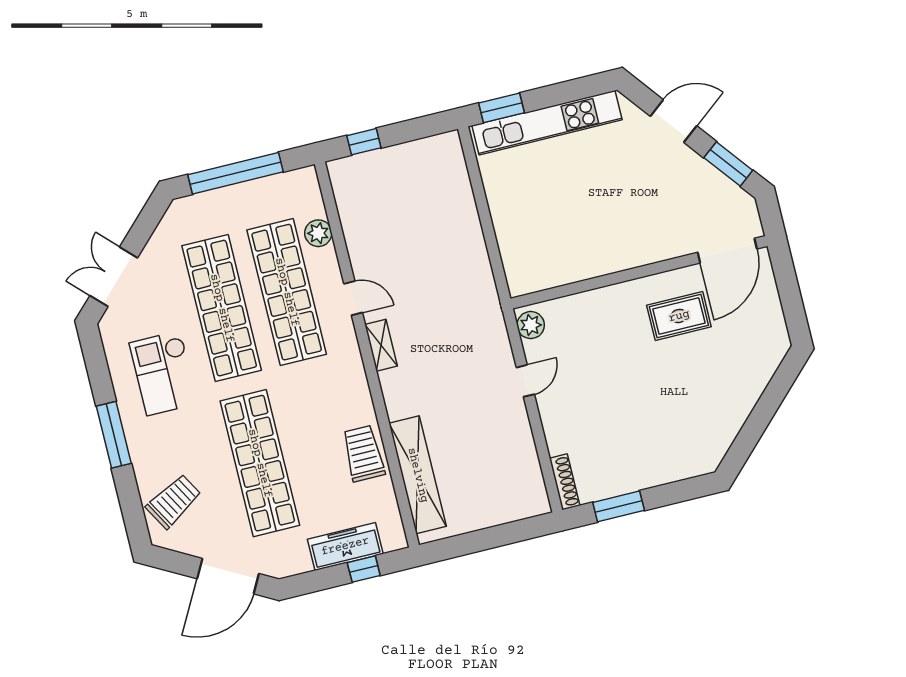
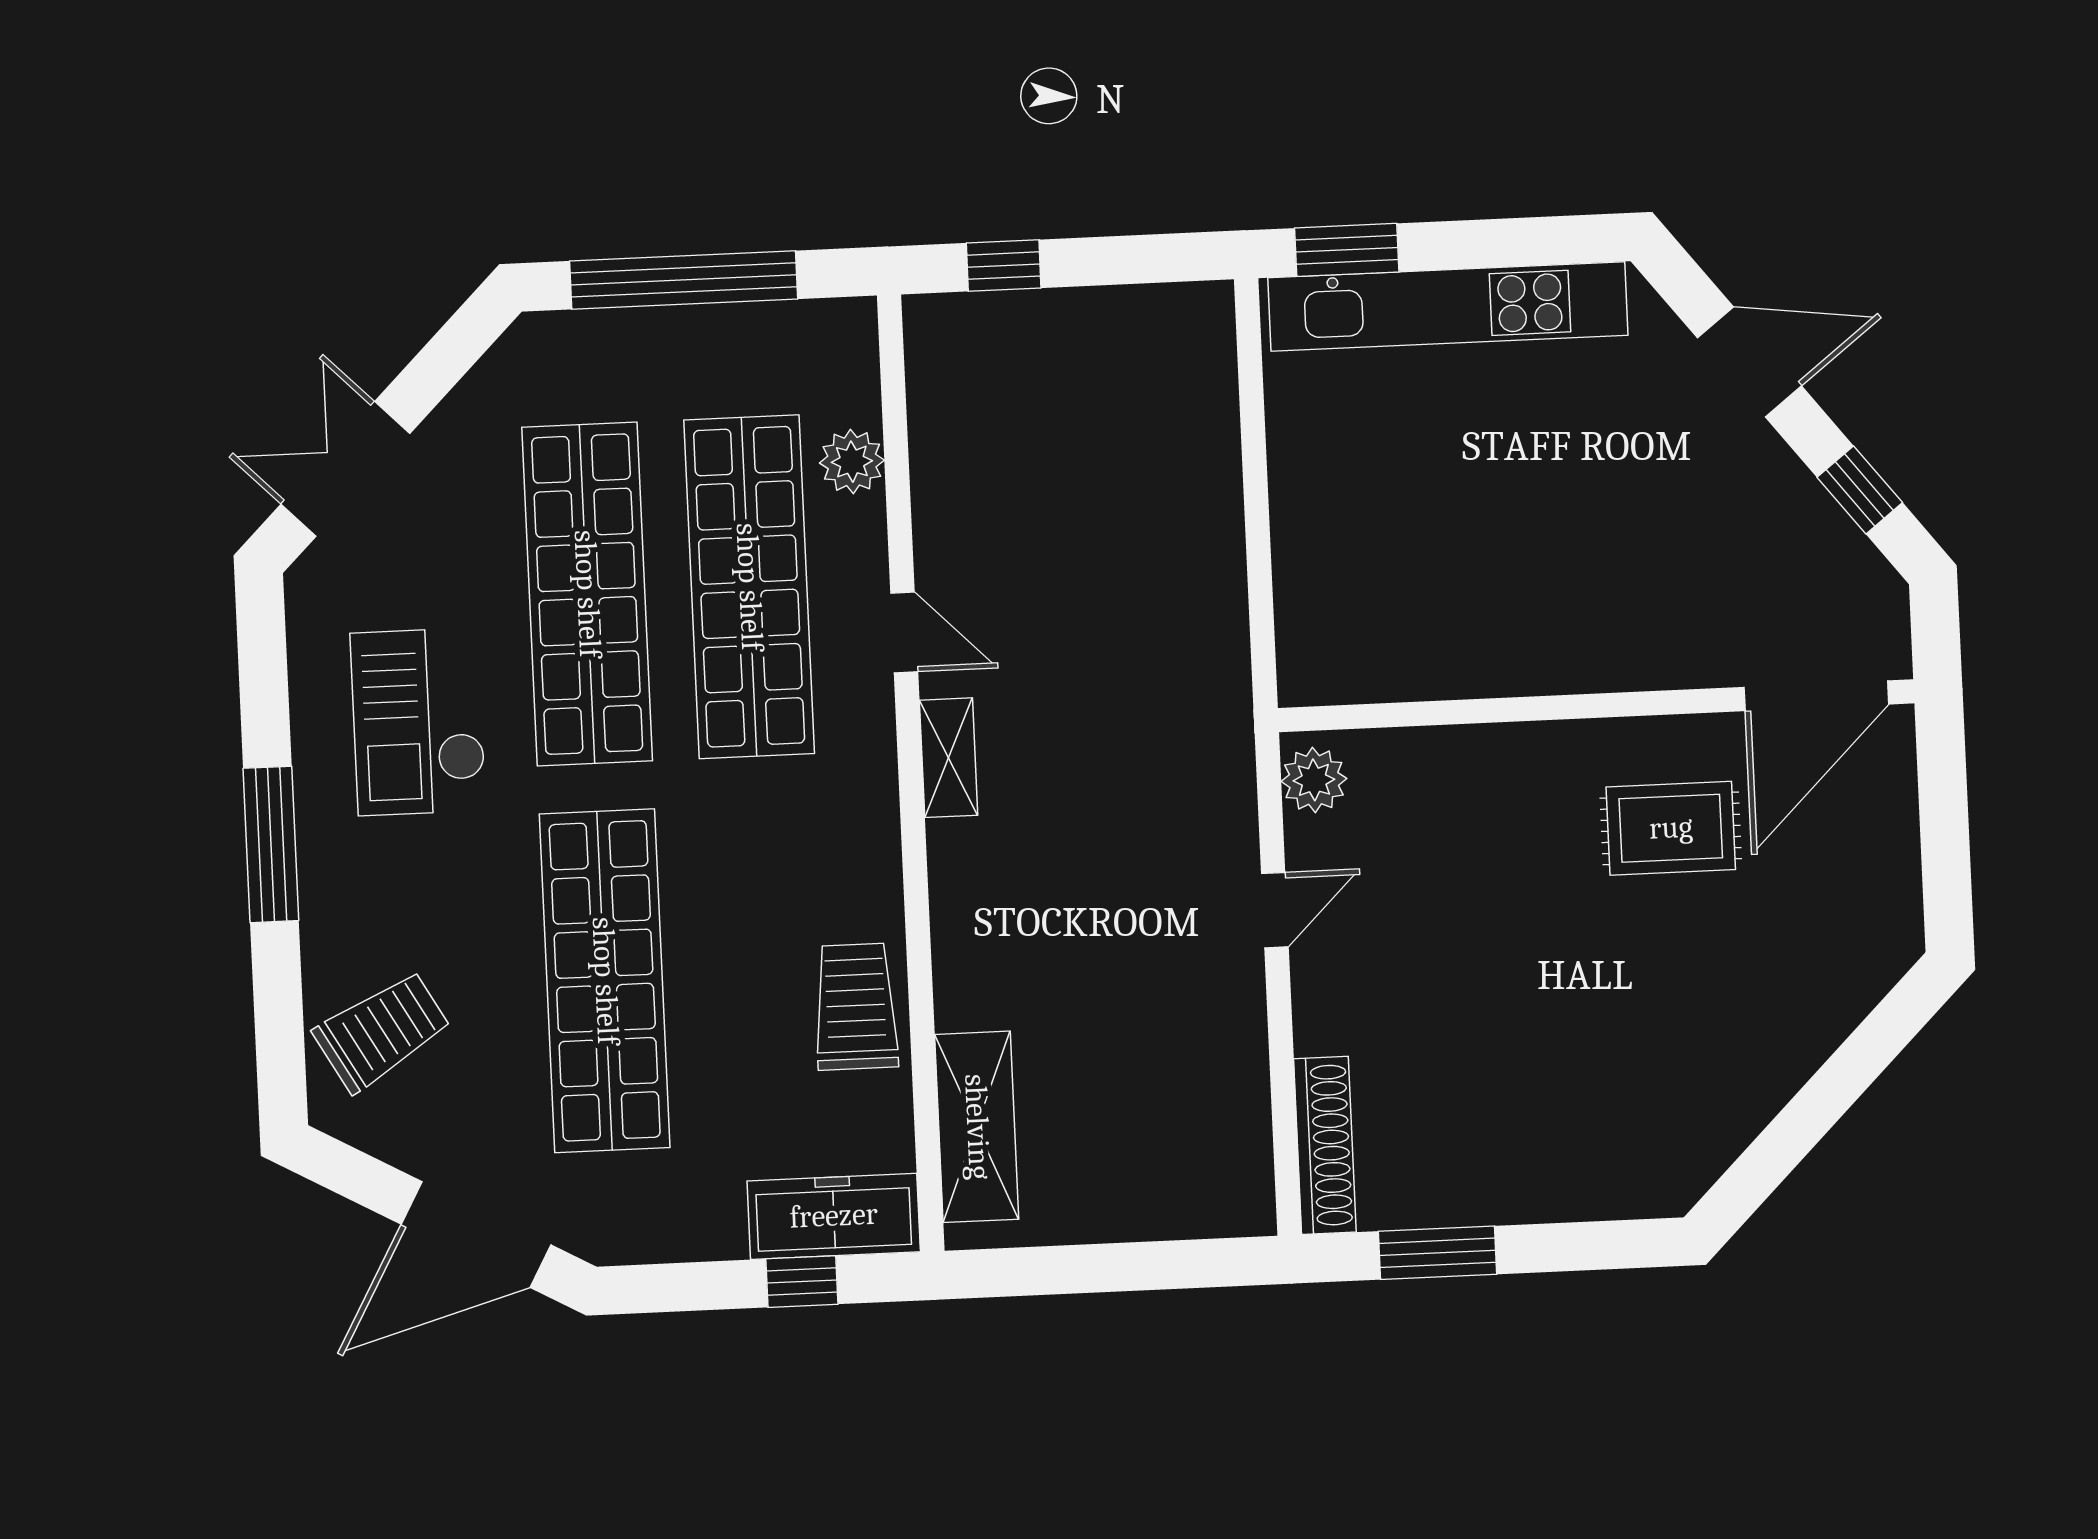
window: (728, 164) -> (1860, 490), width x0.67
shelving: (418, 475) -> (977, 1127), width x0.68
shoe rack: (565, 482) -> (1325, 1145), width x1.36, depth x1.24
freezer: (345, 546) -> (834, 1216), moved

